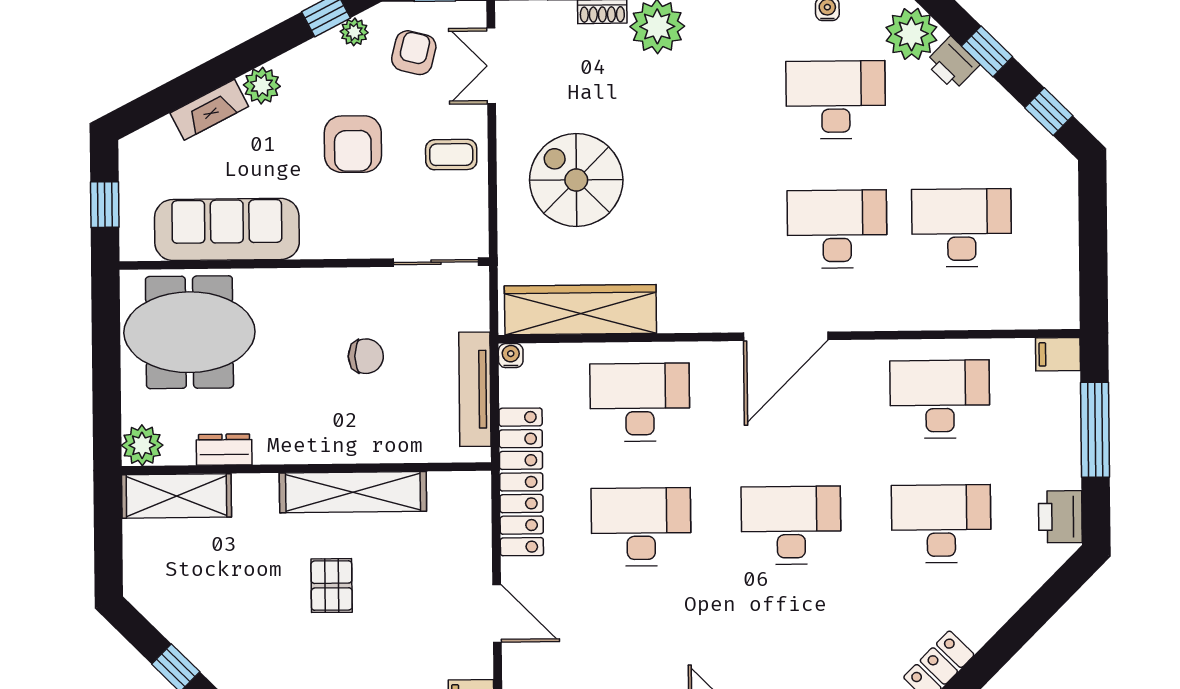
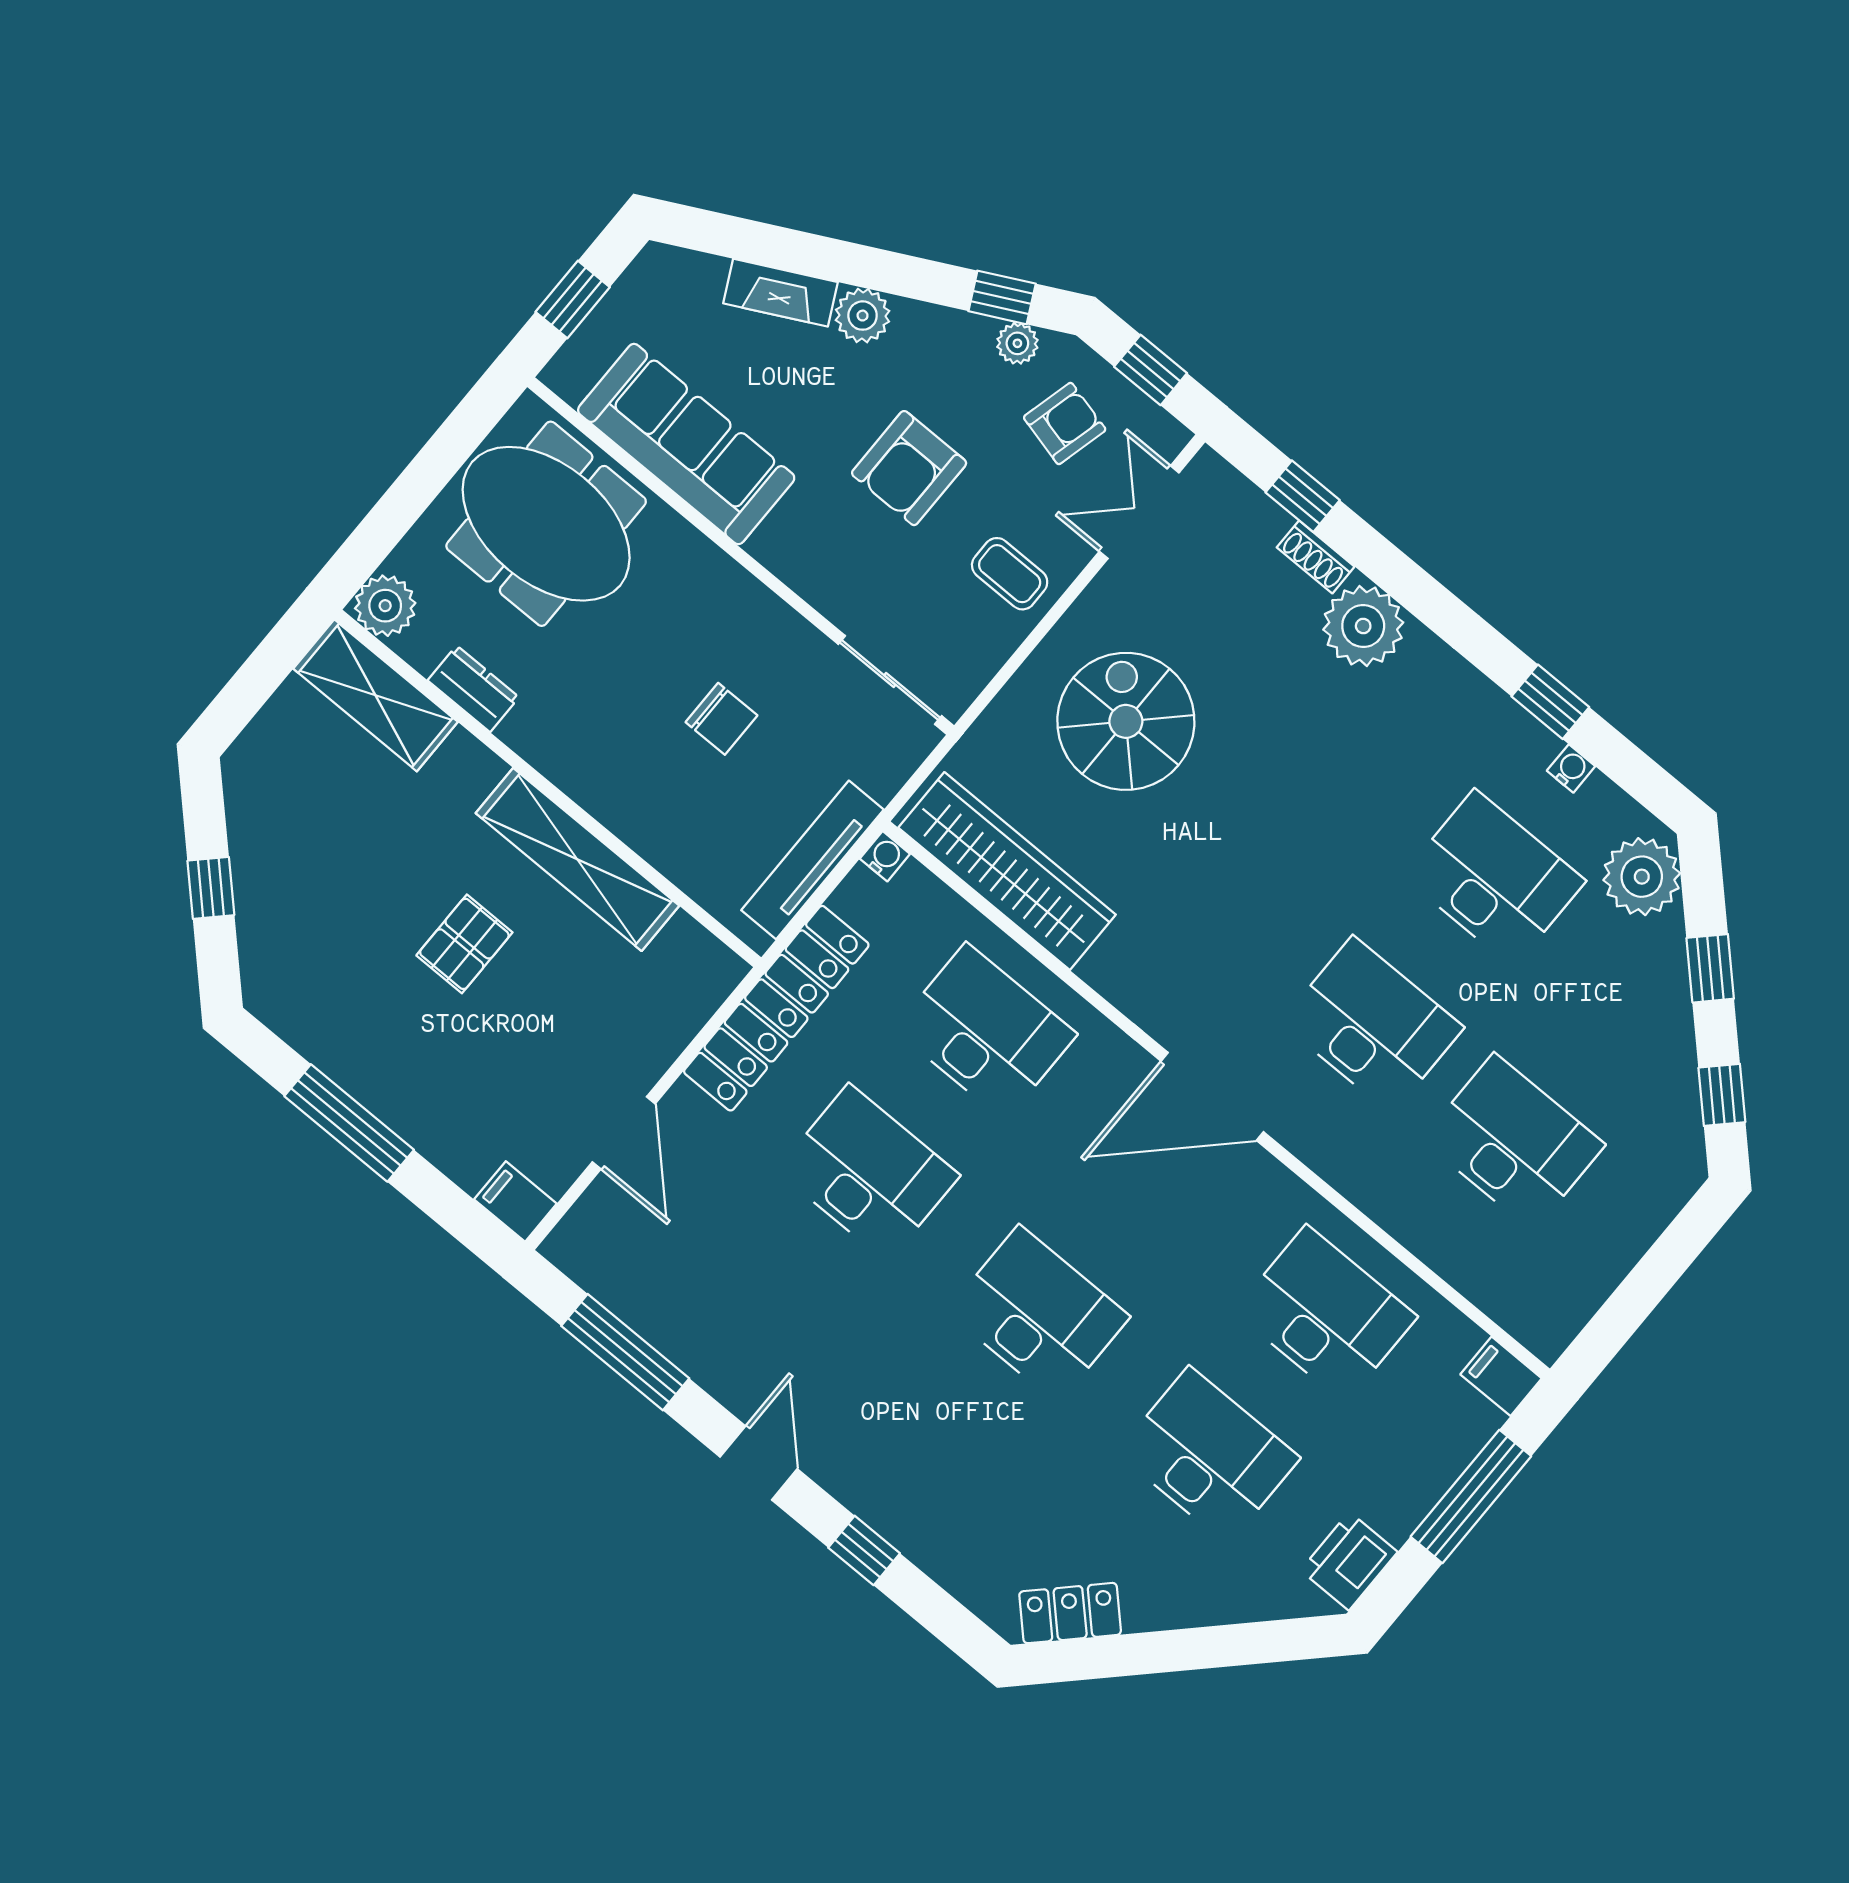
printer: (952, 63) -> (1660, 949), removed

